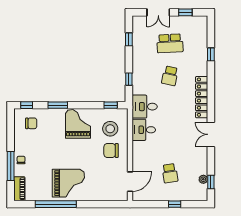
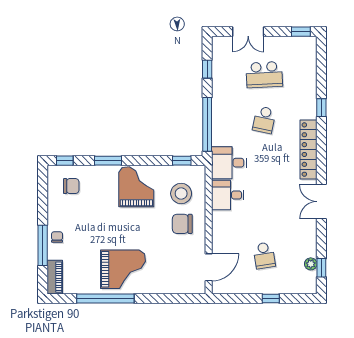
window: (185, 12) -> (301, 32), moved
window: (211, 54) -> (321, 108), moved
window: (129, 79) -> (207, 124), width x3.17

